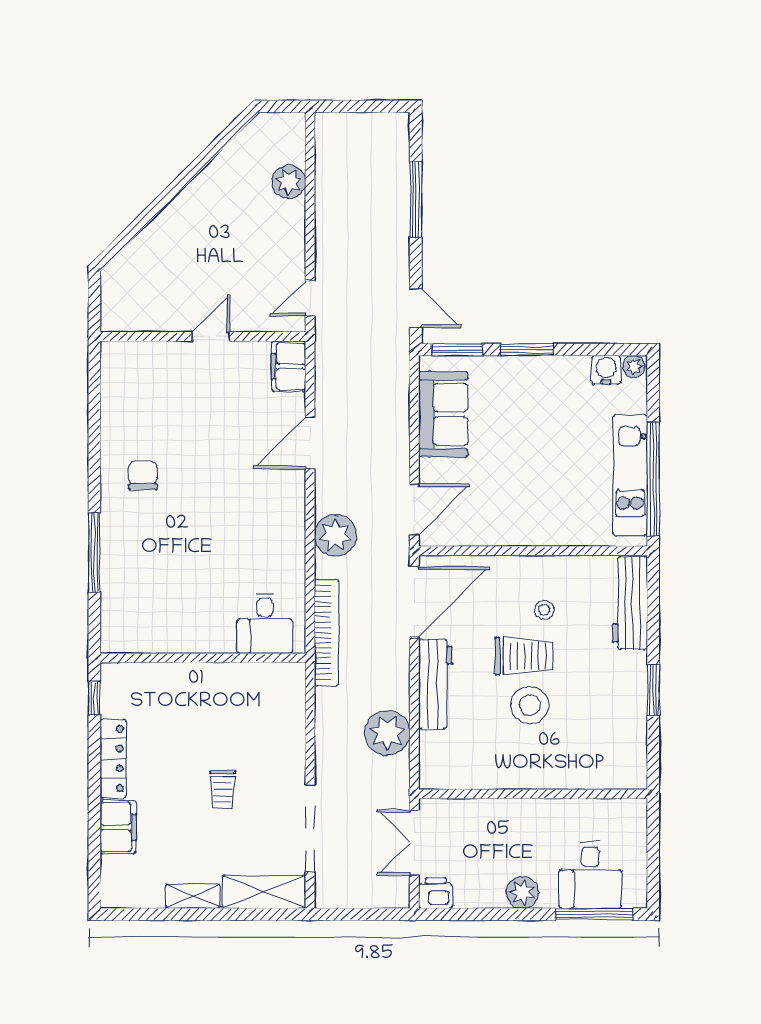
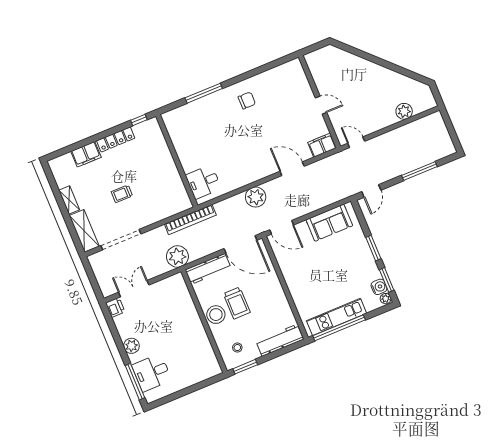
window: (457, 350) -> (387, 280), moved
stool: (544, 610) -> (237, 348), moved
bookcase: (327, 632) -> (190, 220), moved
wall: (533, 794) -> (204, 321), moved

